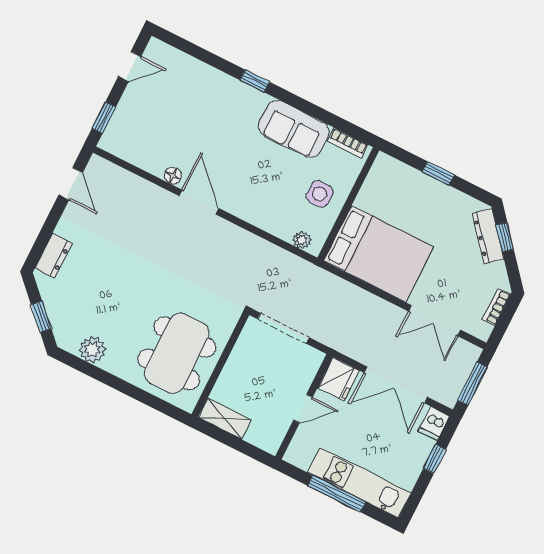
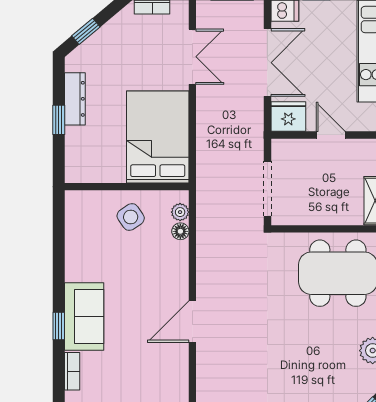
sofa: (294, 129) -> (84, 317), moved
bookcase: (348, 143) -> (72, 371), moved
floor lamp: (173, 176) -> (180, 231), moved
side table: (320, 194) -> (131, 217), turned -34
dresser: (488, 236) -> (75, 99), moved, turned -50

